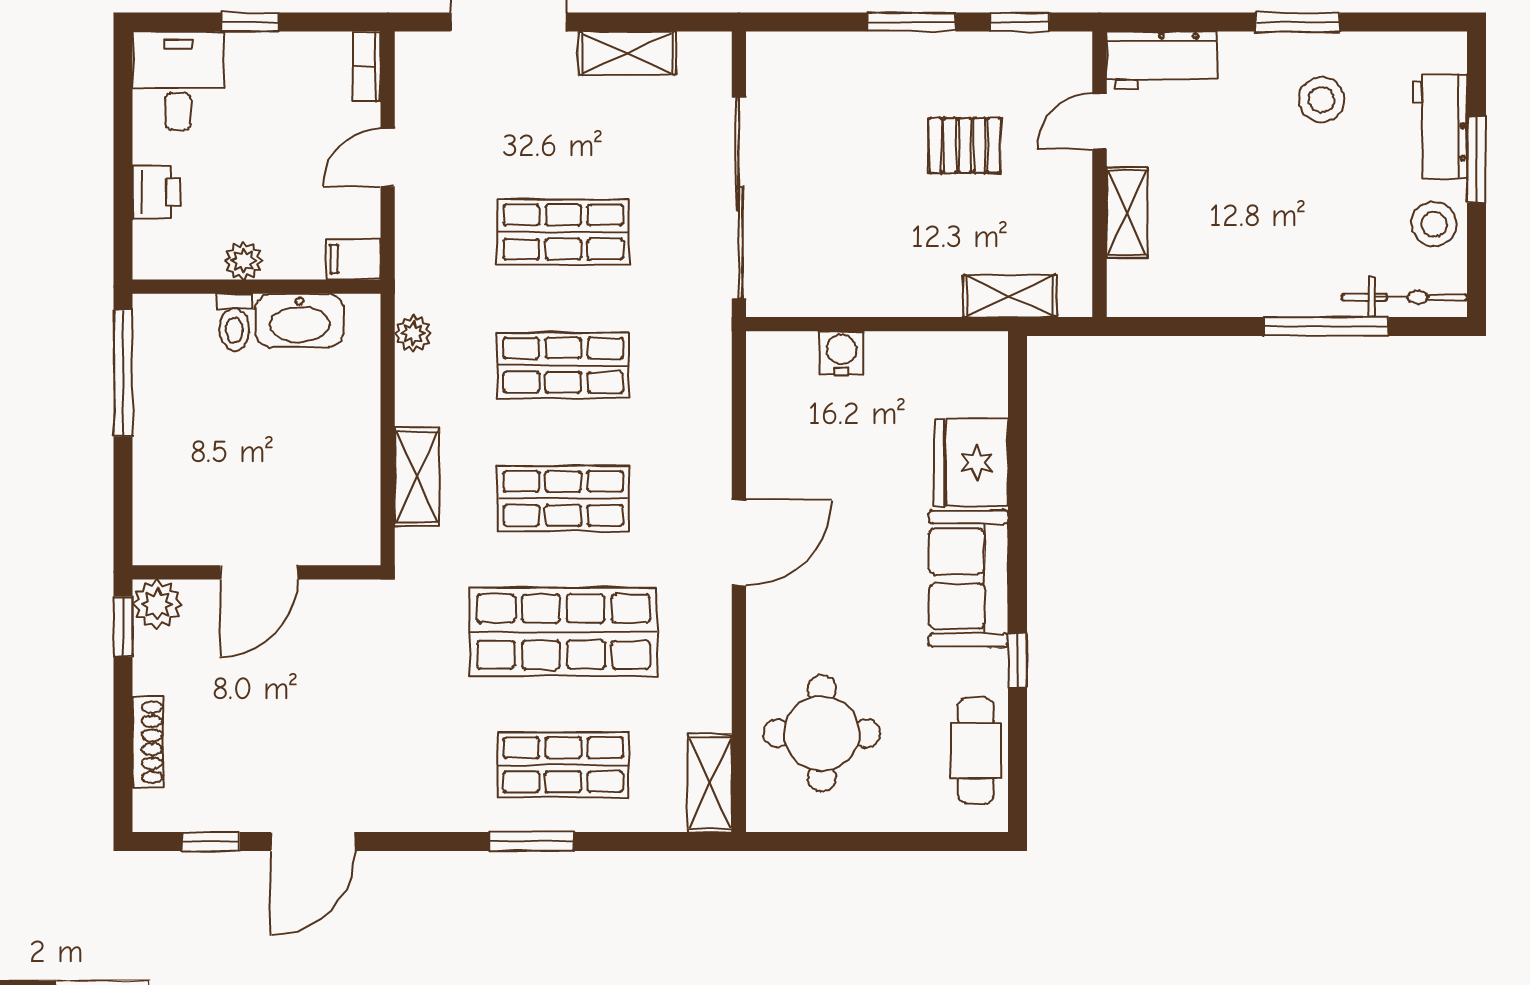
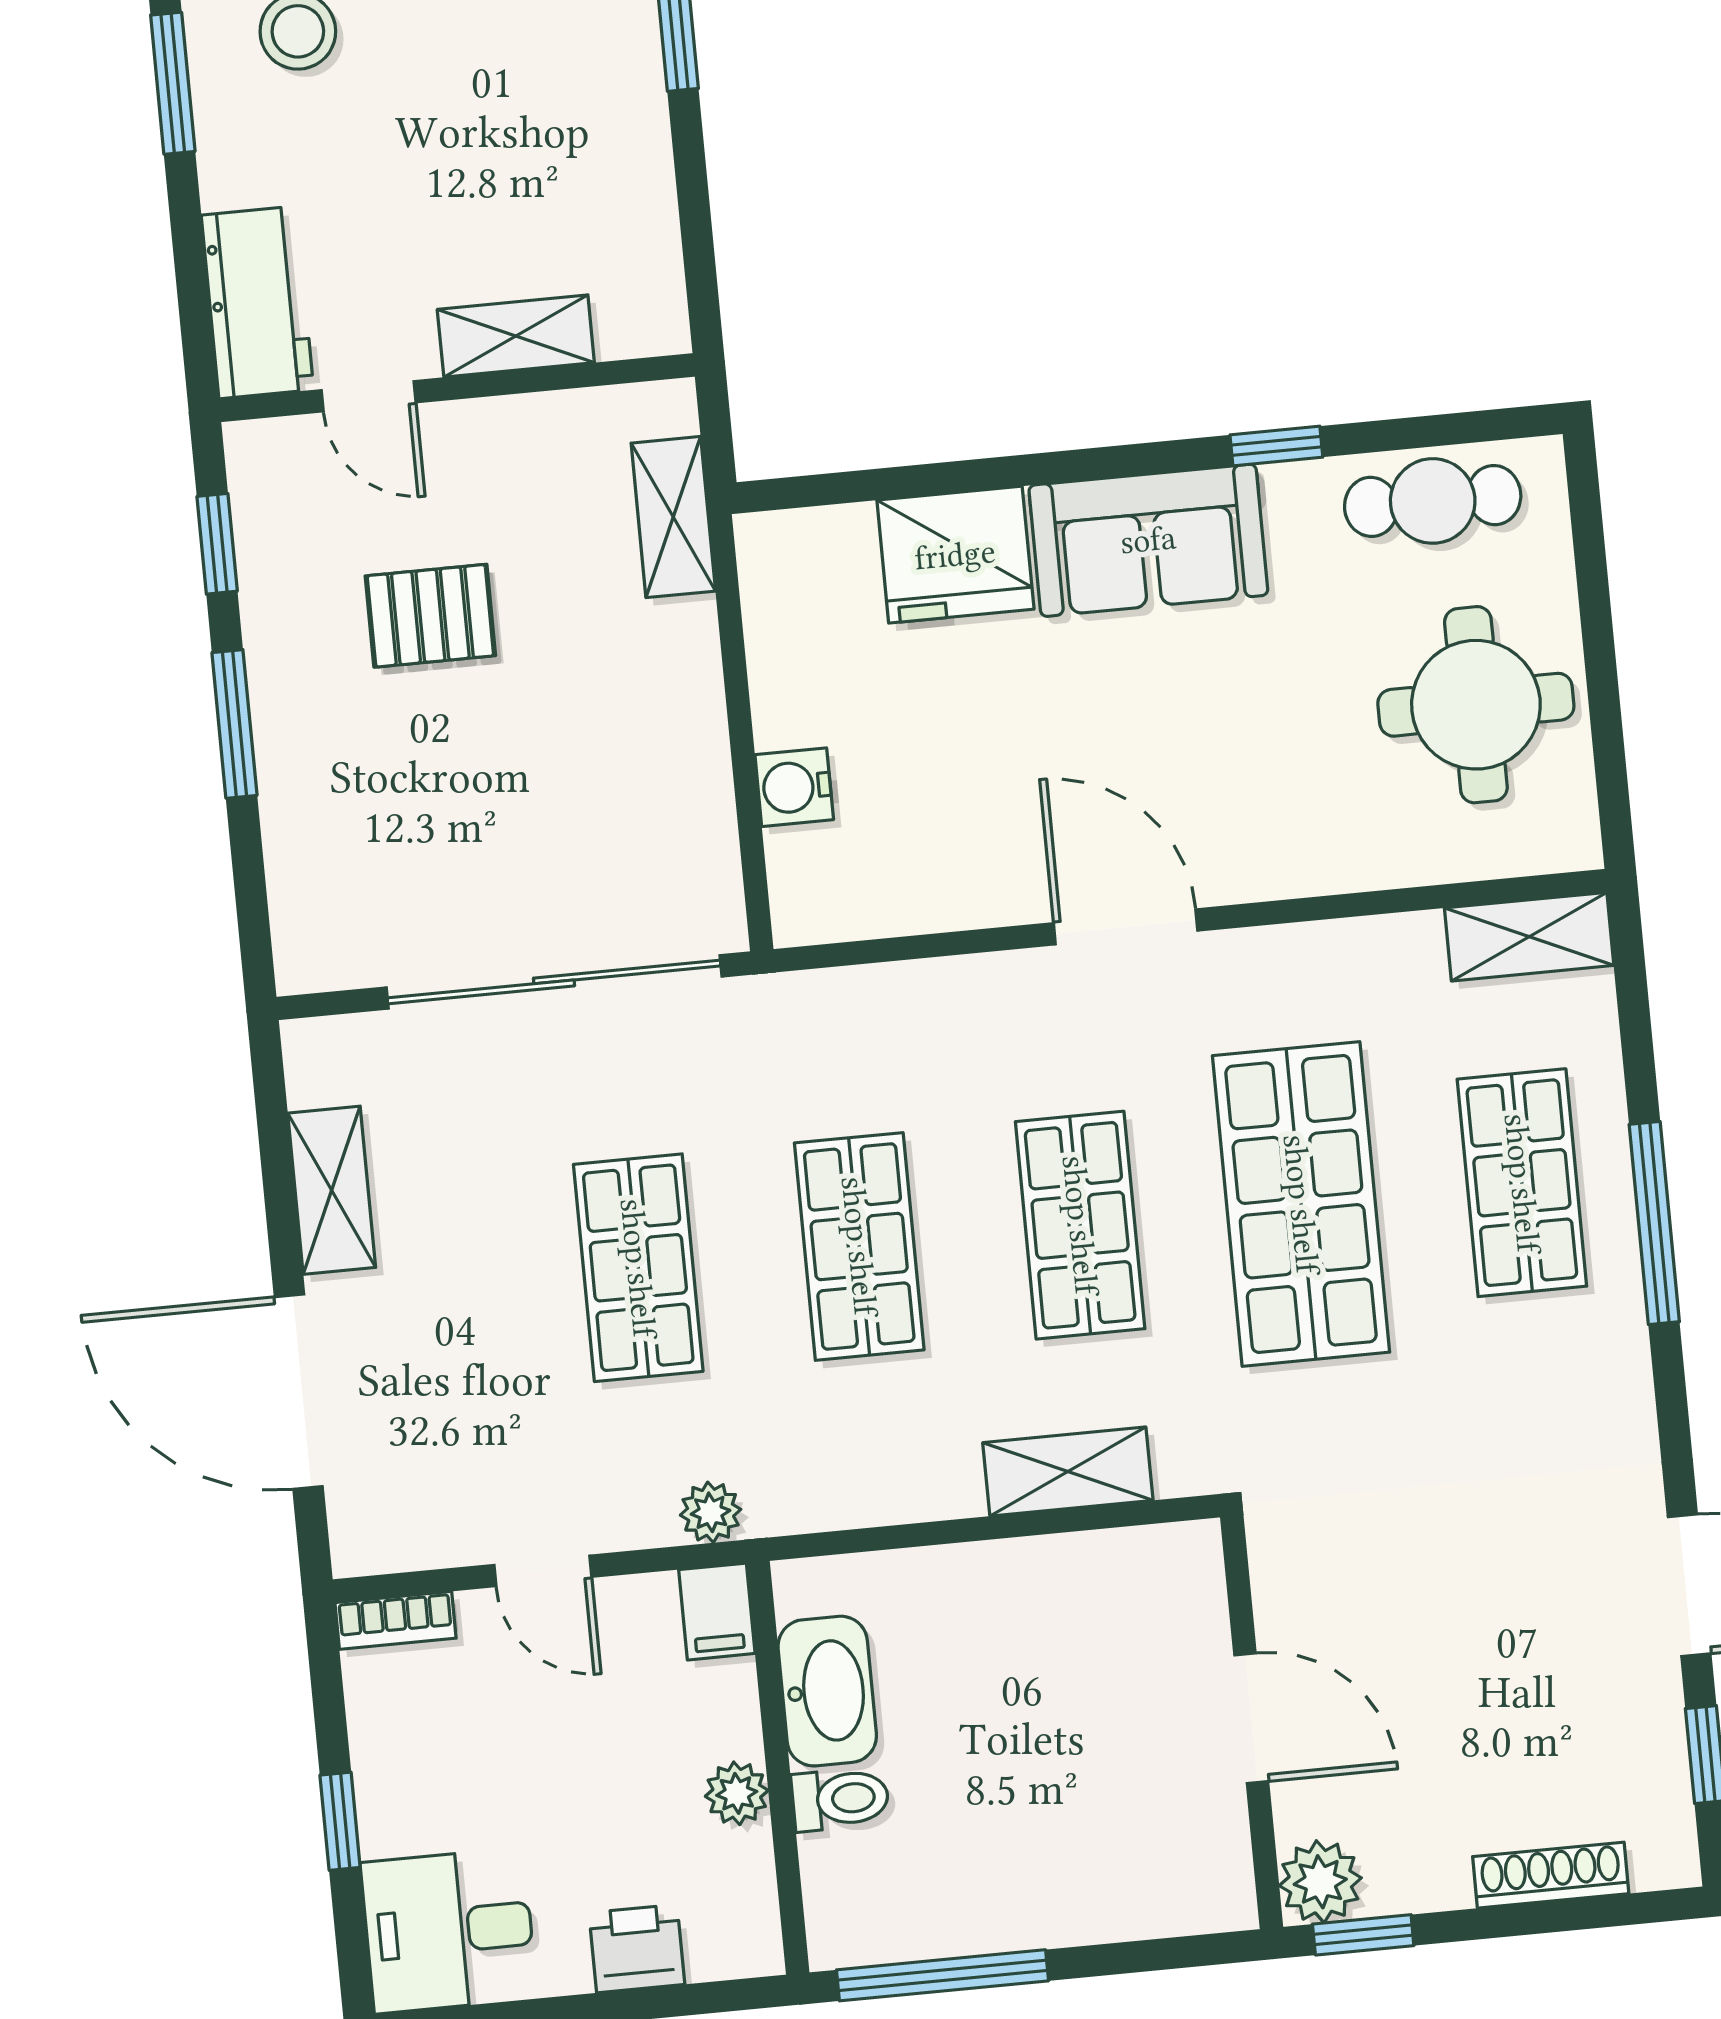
pallet: (965, 145) -> (430, 616), turned 90
plant: (413, 333) -> (711, 1512), moved
round table: (822, 733) -> (1476, 705), moved
window: (532, 842) -> (1654, 1223), width x1.44

